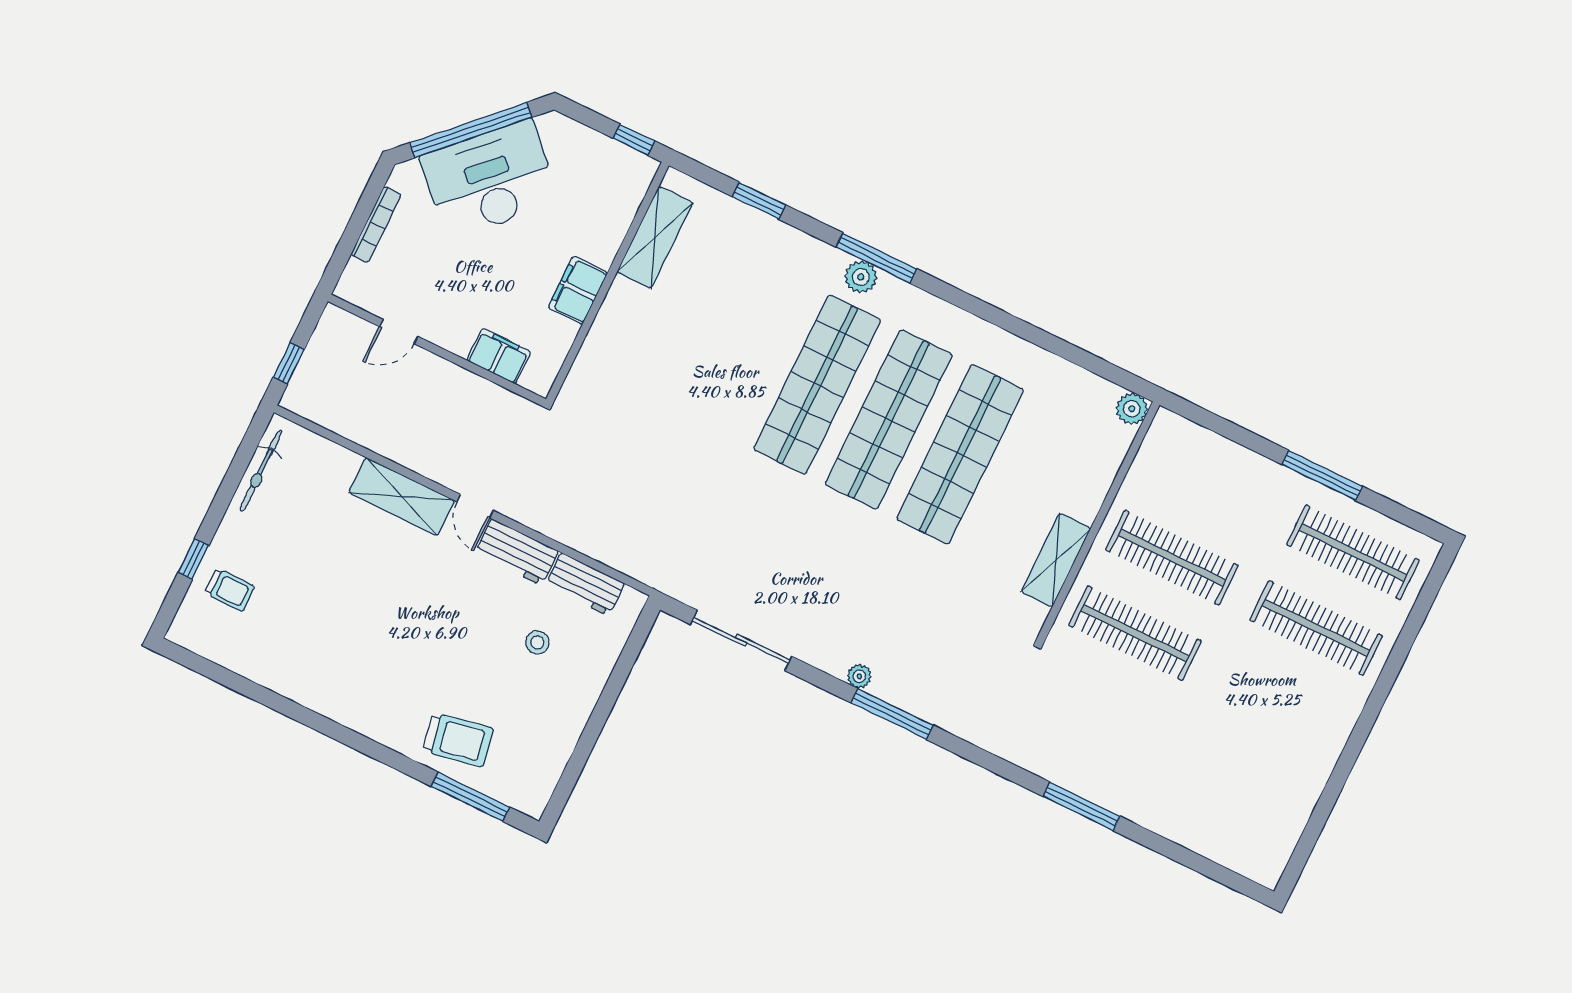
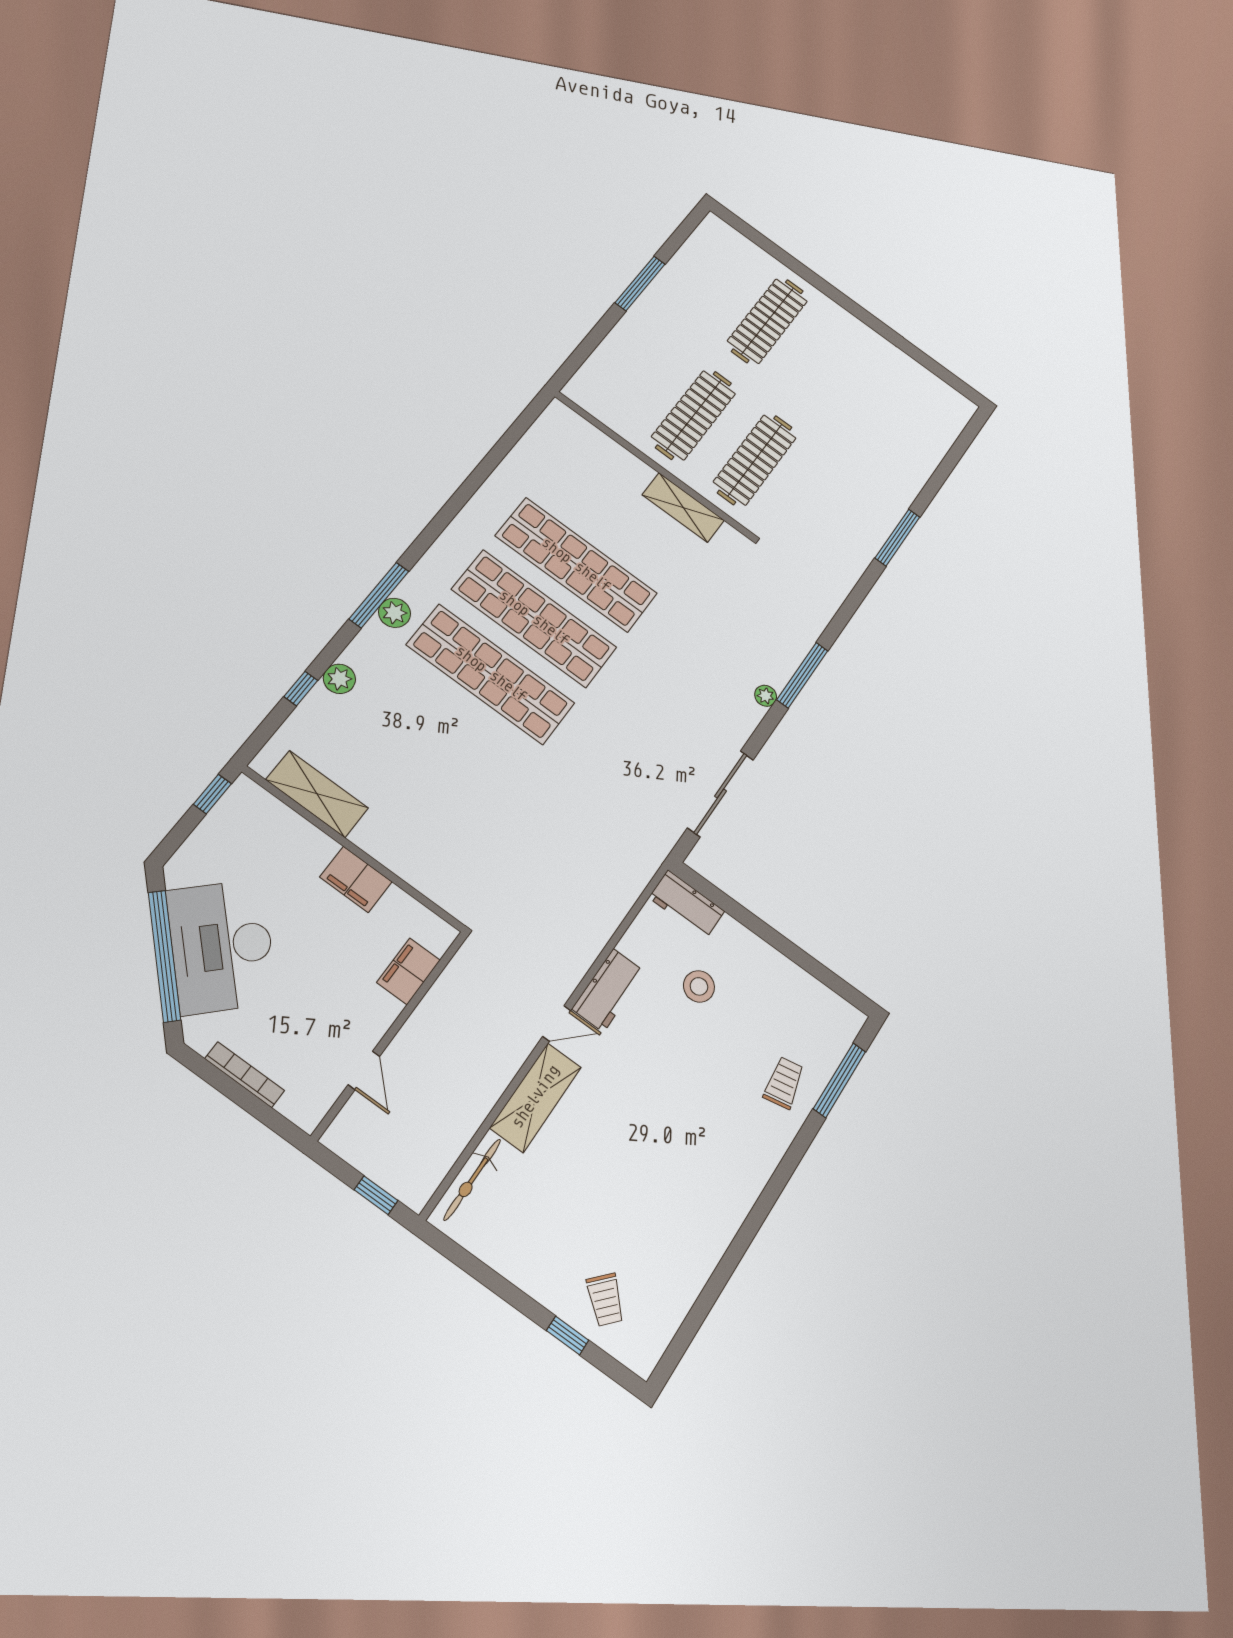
window: (759, 201) -> (301, 689), width x0.67
plant: (1132, 409) -> (339, 679), moved
bicycle: (261, 471) -> (472, 1180), moved, turned 90
clothes rail: (1353, 552) -> (708, 278), removed
workbench: (585, 584) -> (687, 904), moved, turned 90
trolley: (230, 590) -> (605, 1300), turned 133
stool: (537, 642) -> (699, 986), width x1.37, depth x1.37
trolley: (458, 740) -> (784, 1083), width x0.73, depth x0.72

